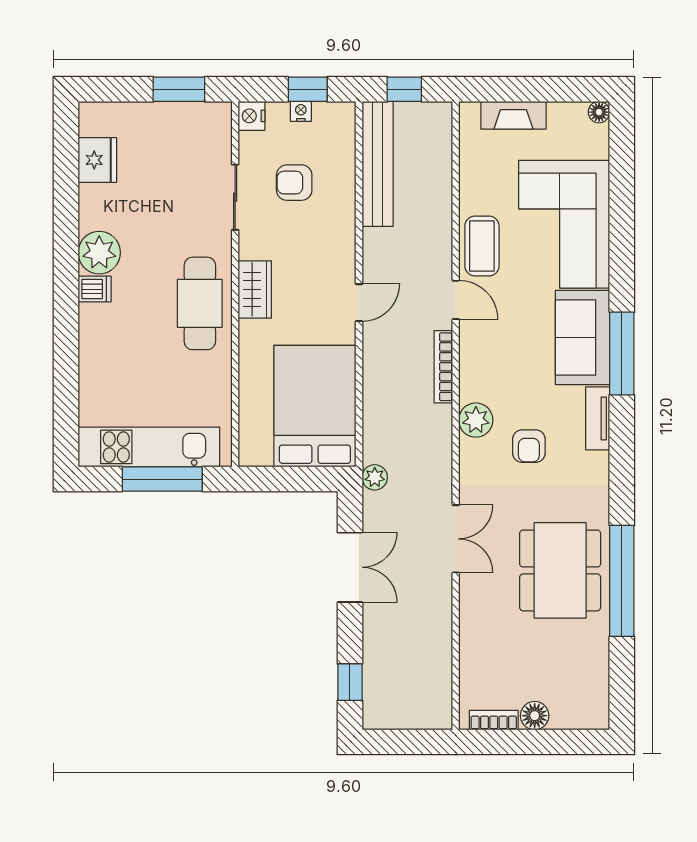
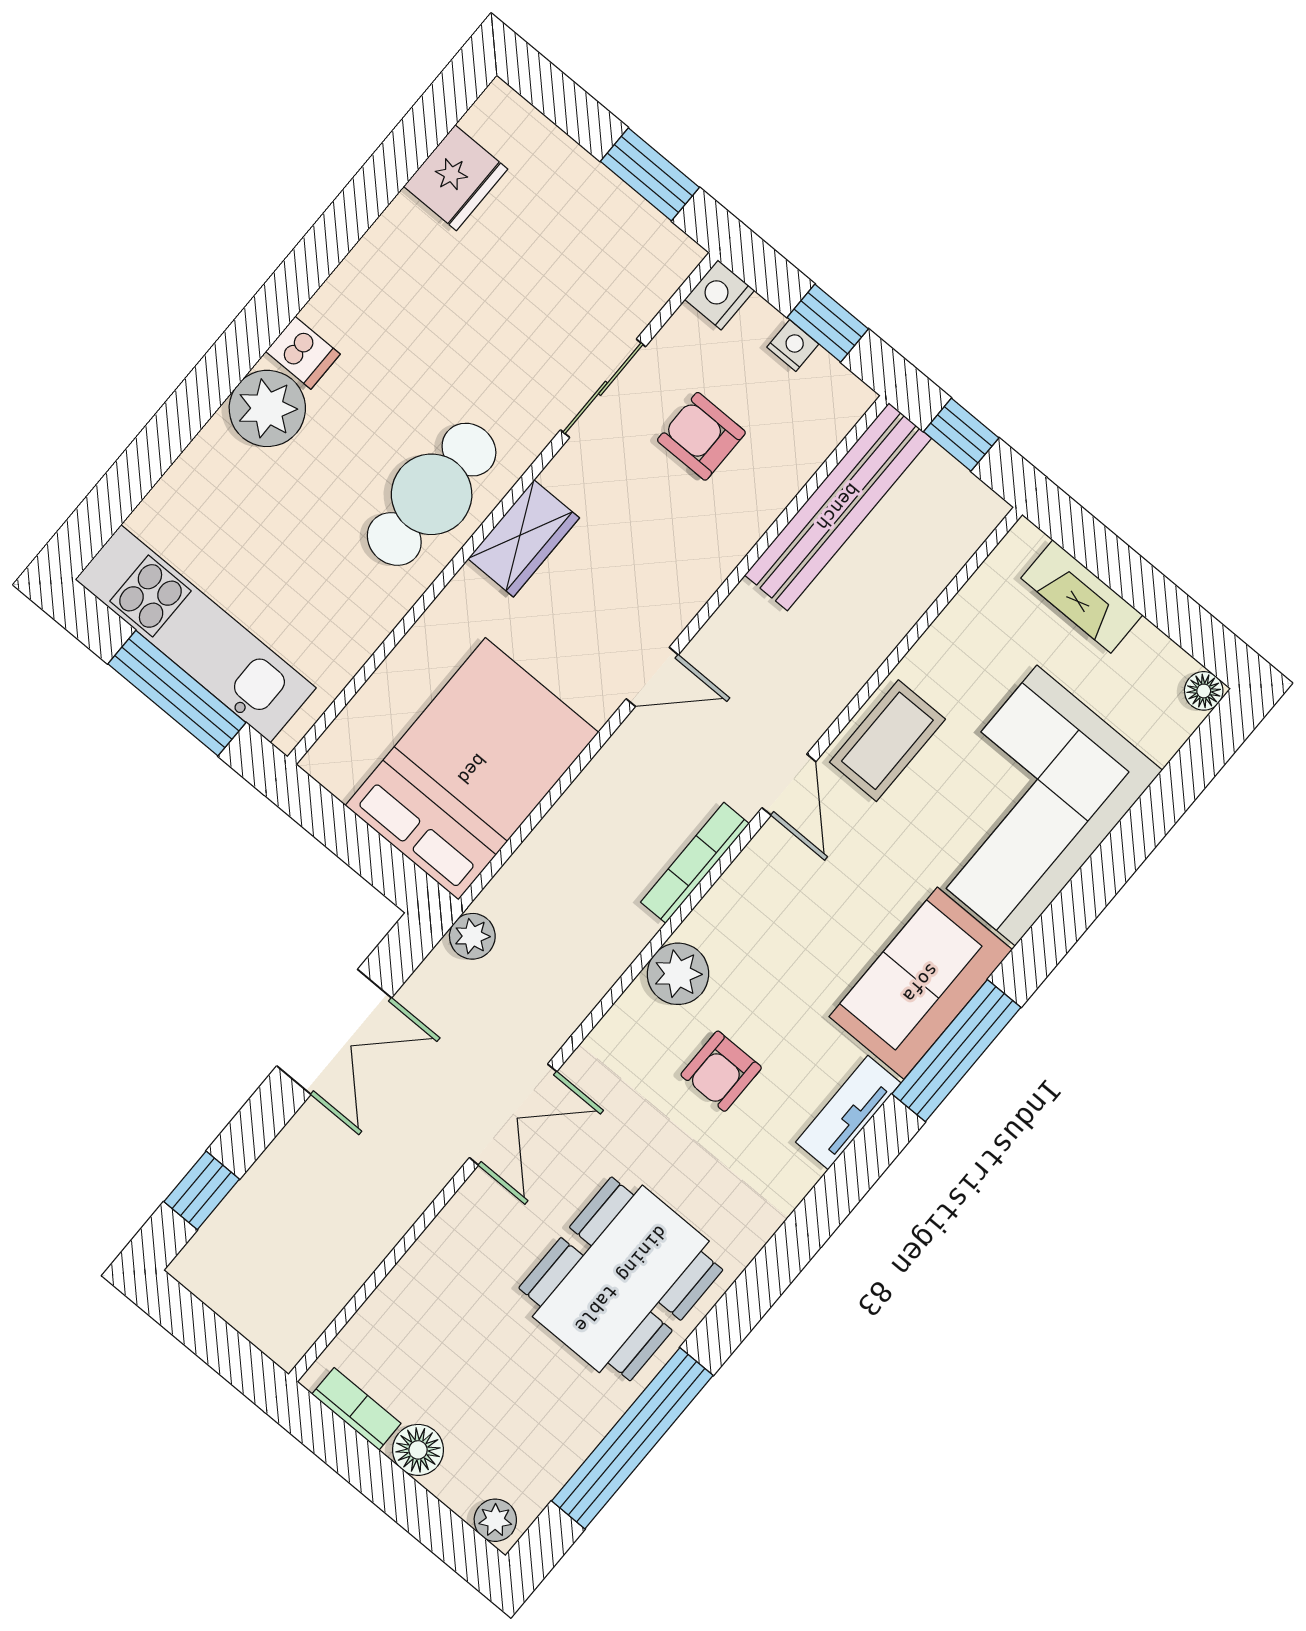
plant: (99, 253) -> (267, 408), moved
window: (622, 581) -> (632, 1438), moved
plant: (593, 718) -> (495, 1520), added

